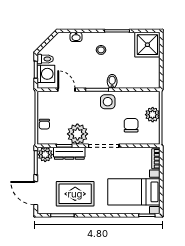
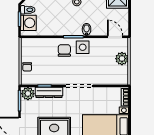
door: (66, 90) -> (115, 37), moved
chair: (131, 125) -> (64, 50), moved
plant: (77, 134) -> (56, 76), removed

